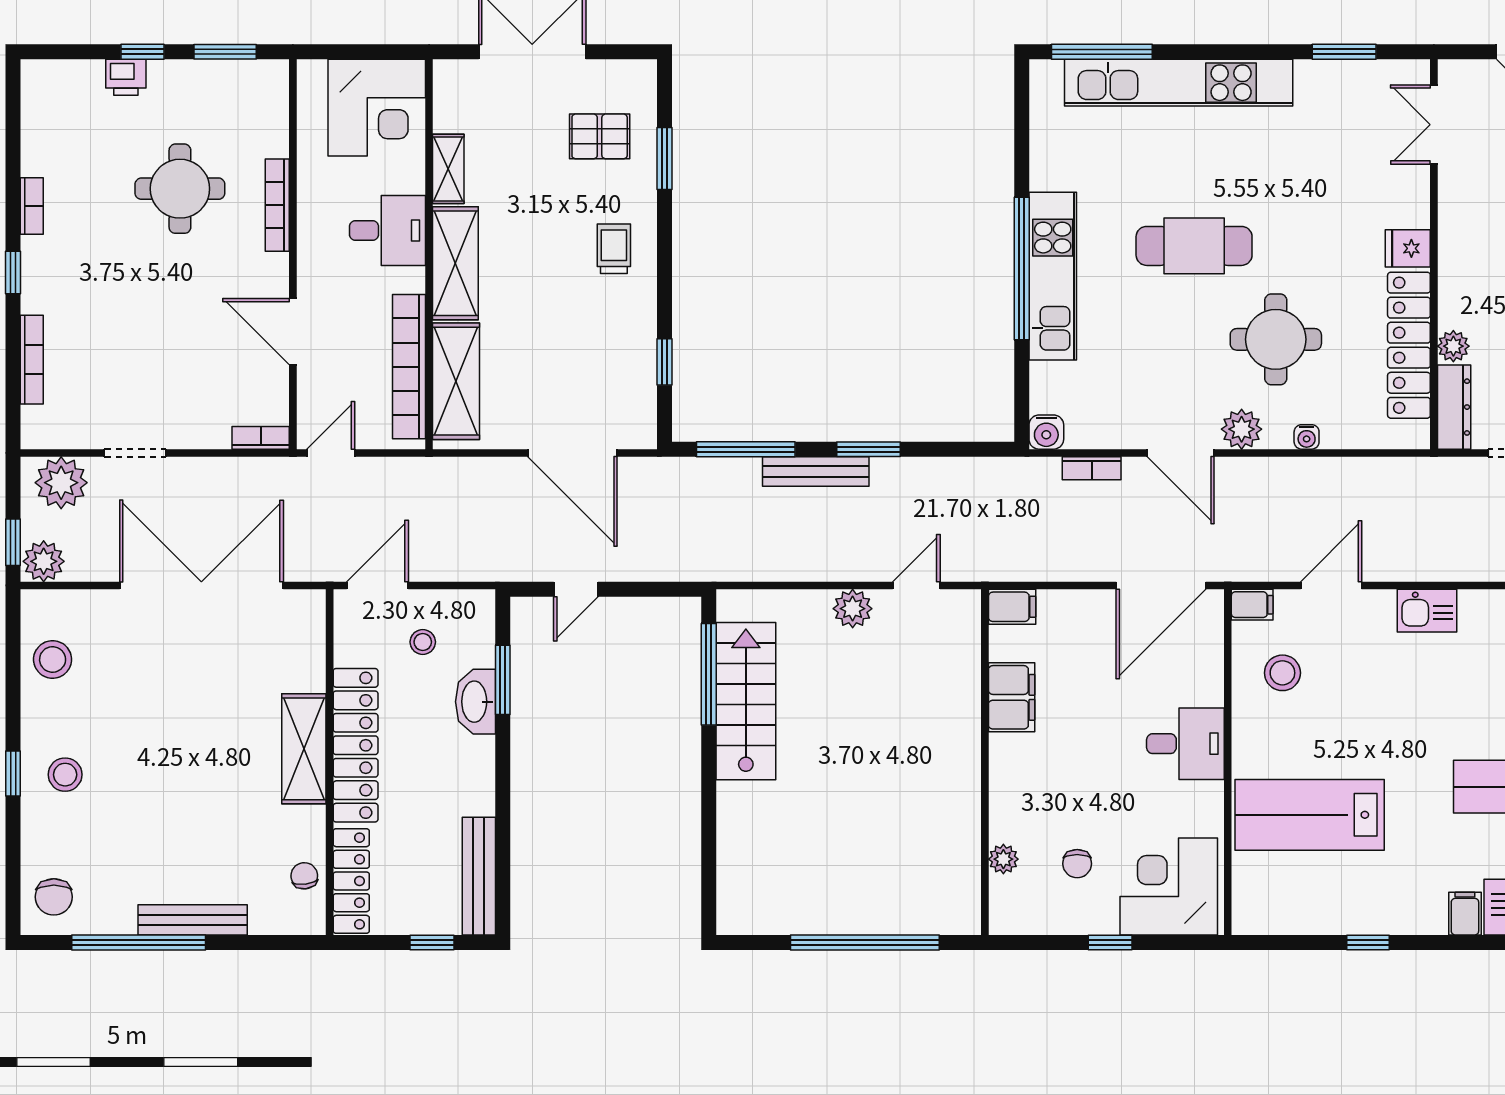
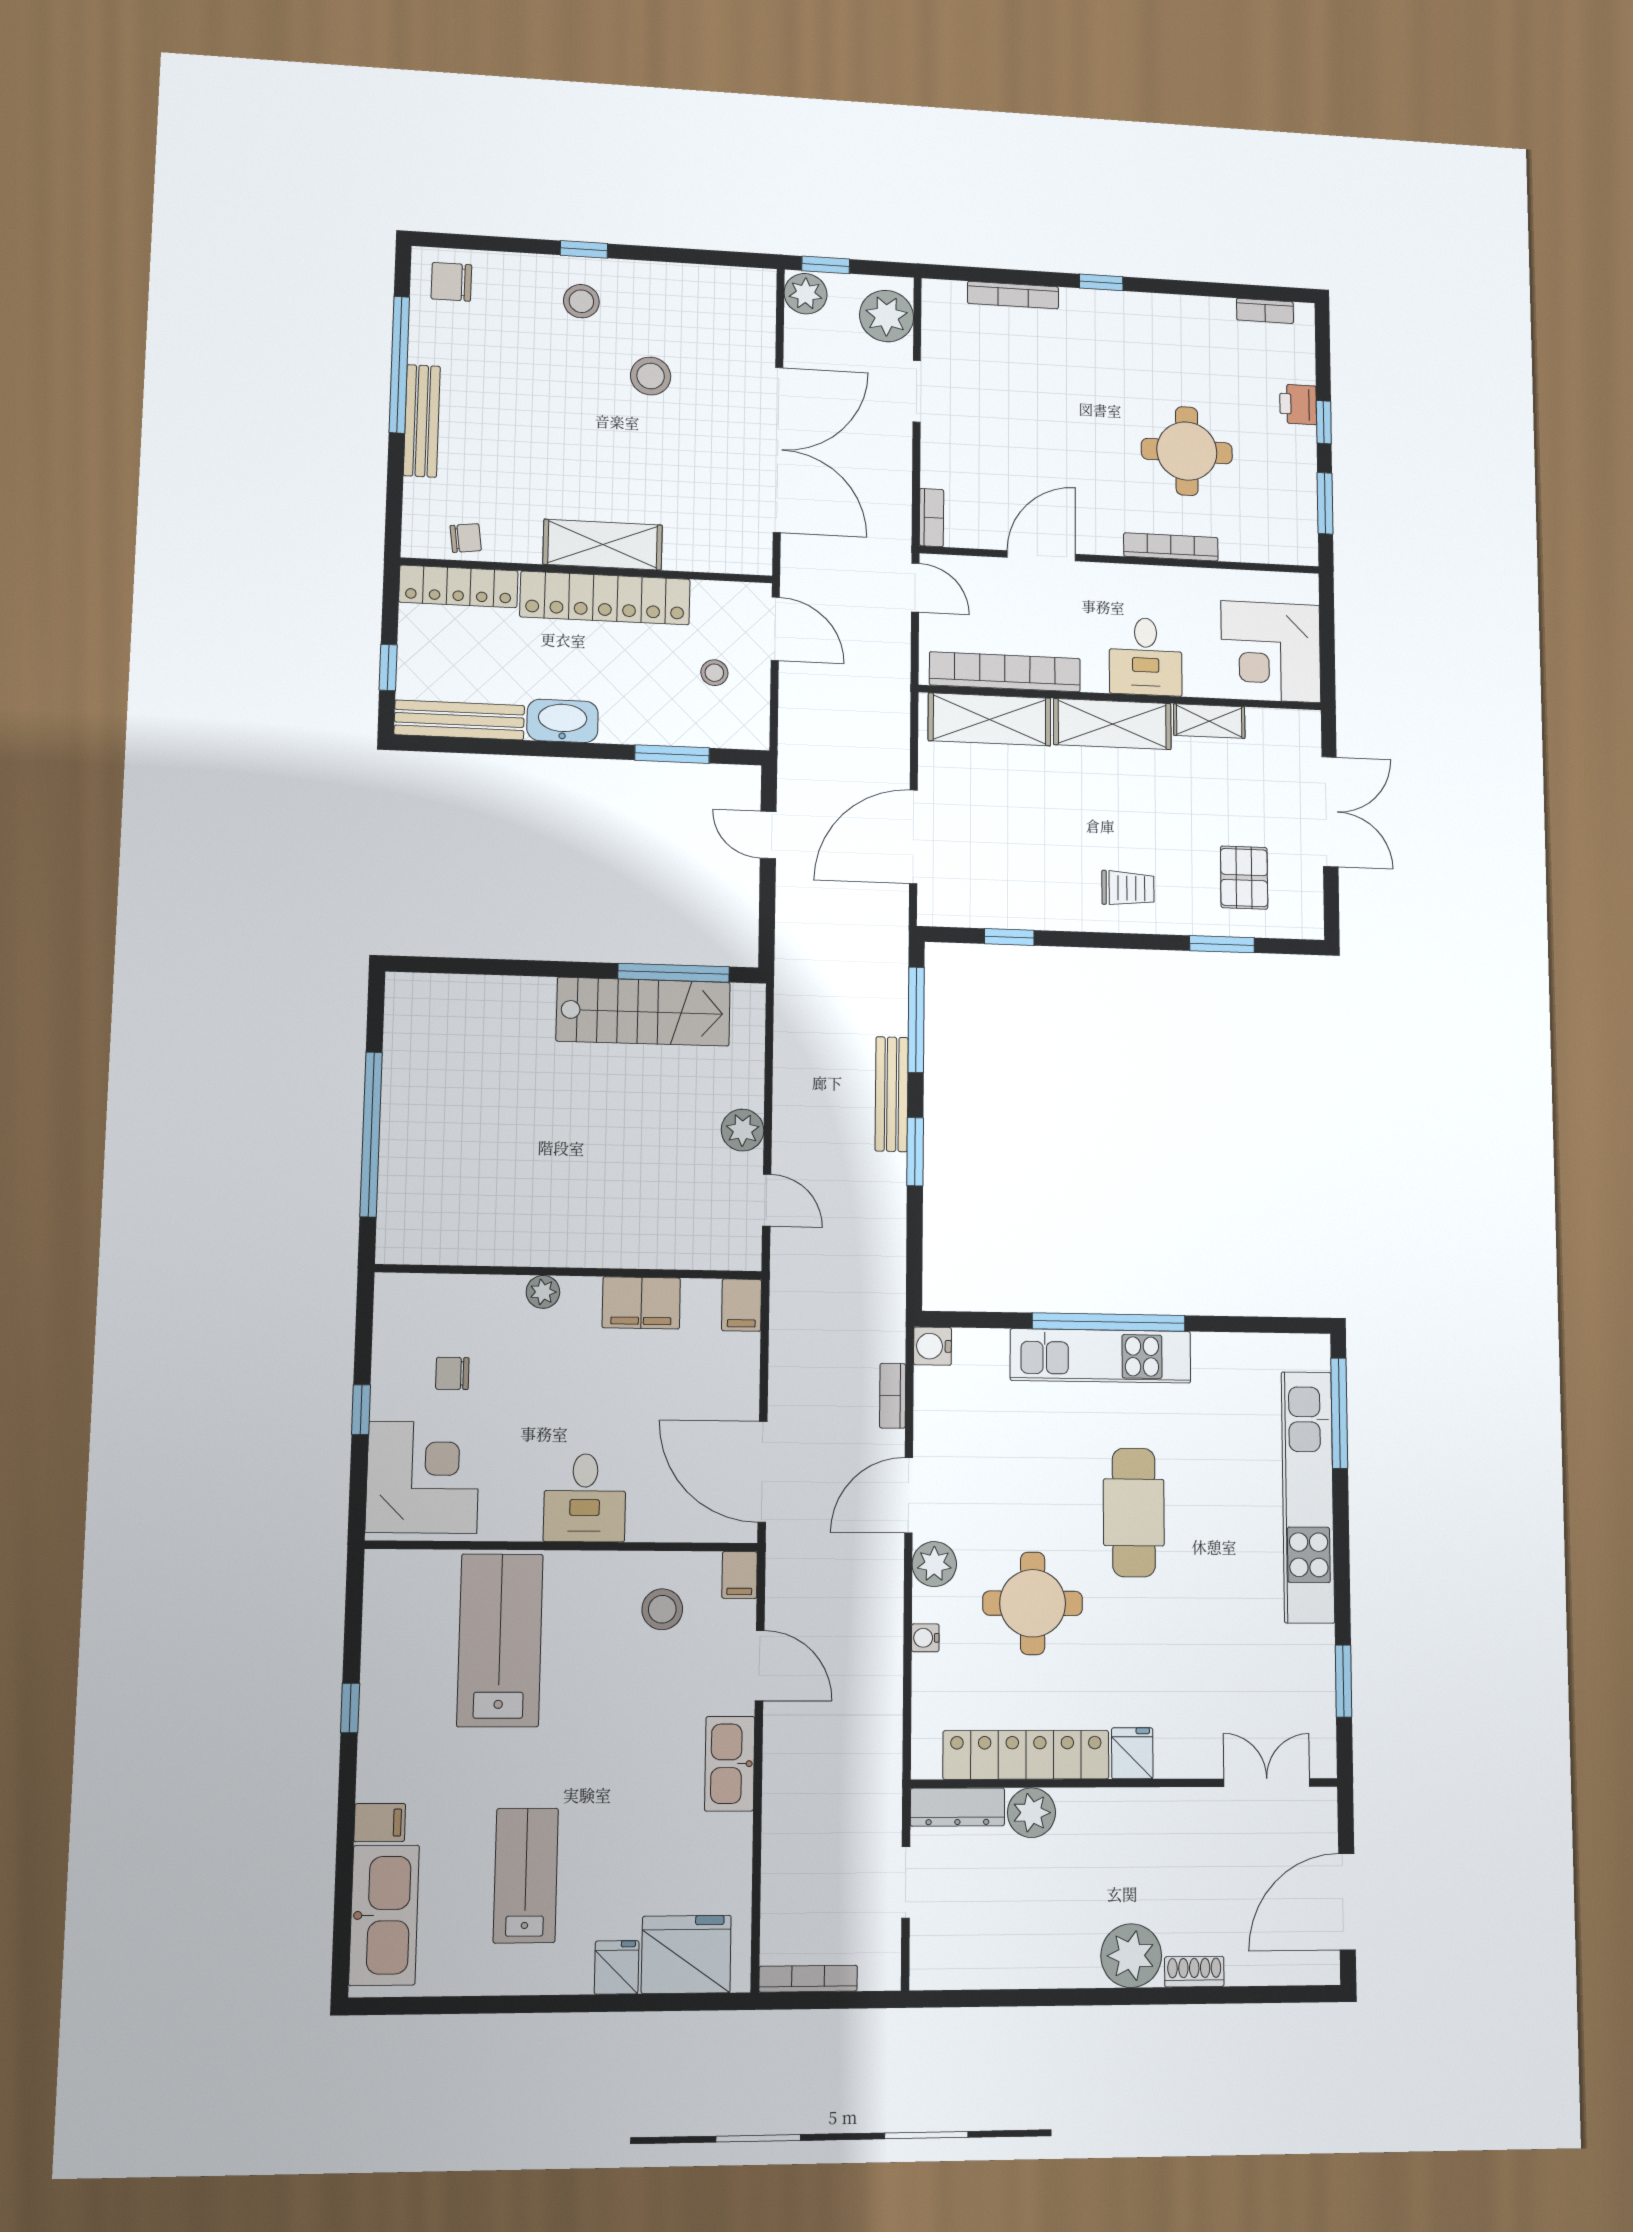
bookcase: (32, 206) -> (1265, 311), moved
plant: (1453, 346) -> (1031, 1813), width x1.38, depth x1.38
kitchen sink: (1427, 611) -> (730, 1764), width x1.38
stool: (53, 659) -> (651, 376), moved
washbasin: (475, 702) -> (562, 721), moved
plant: (1003, 859) -> (543, 1292), moved

